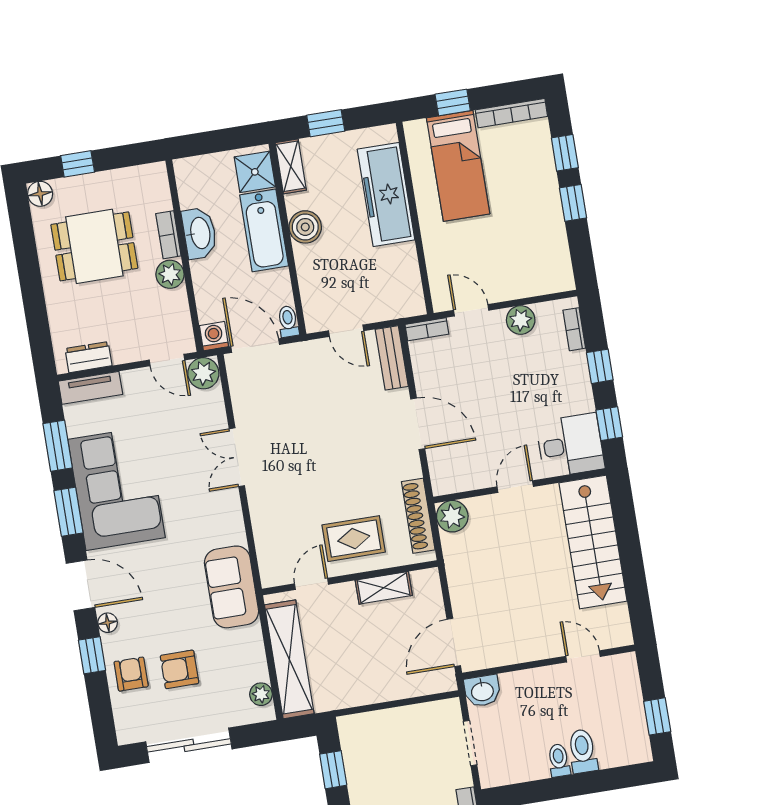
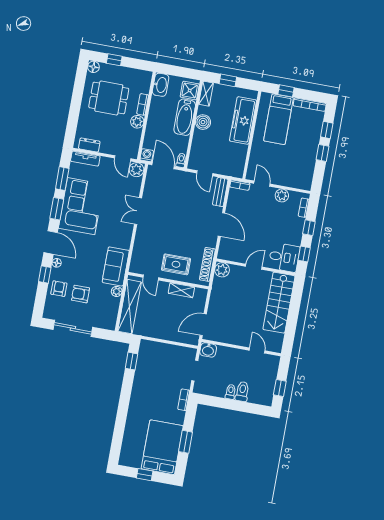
washbasin: (199, 233) -> (161, 85), moved
door: (311, 584) -> (151, 277), swing flipped
plant: (261, 694) -> (117, 291), moved

